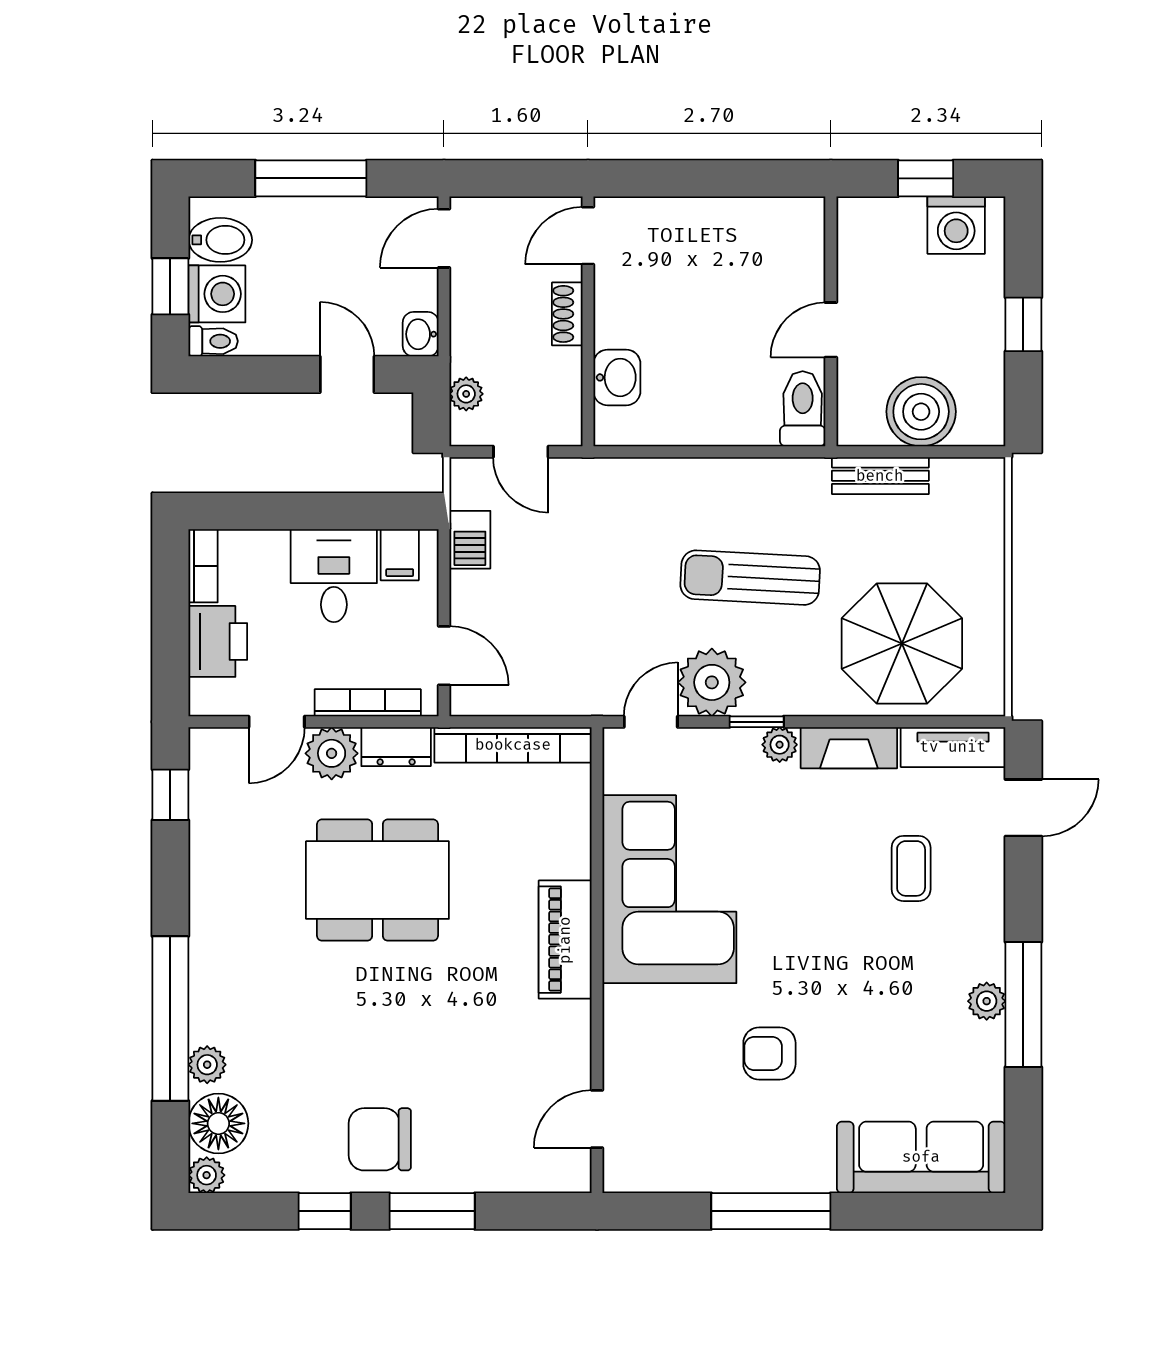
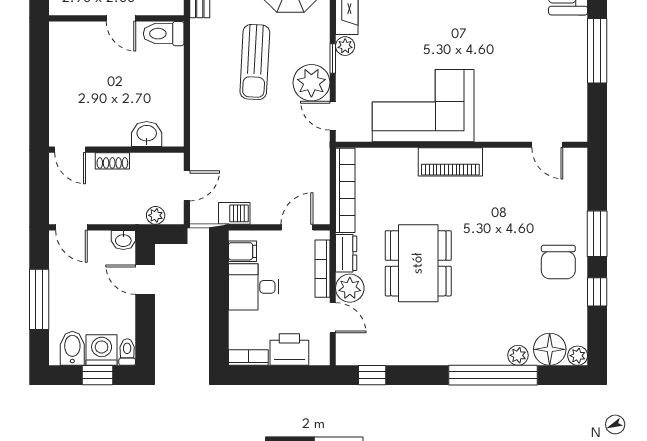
door: (347, 374) -> (145, 280), hinge flipped
armchair: (769, 1053) -> (512, 52), removed

